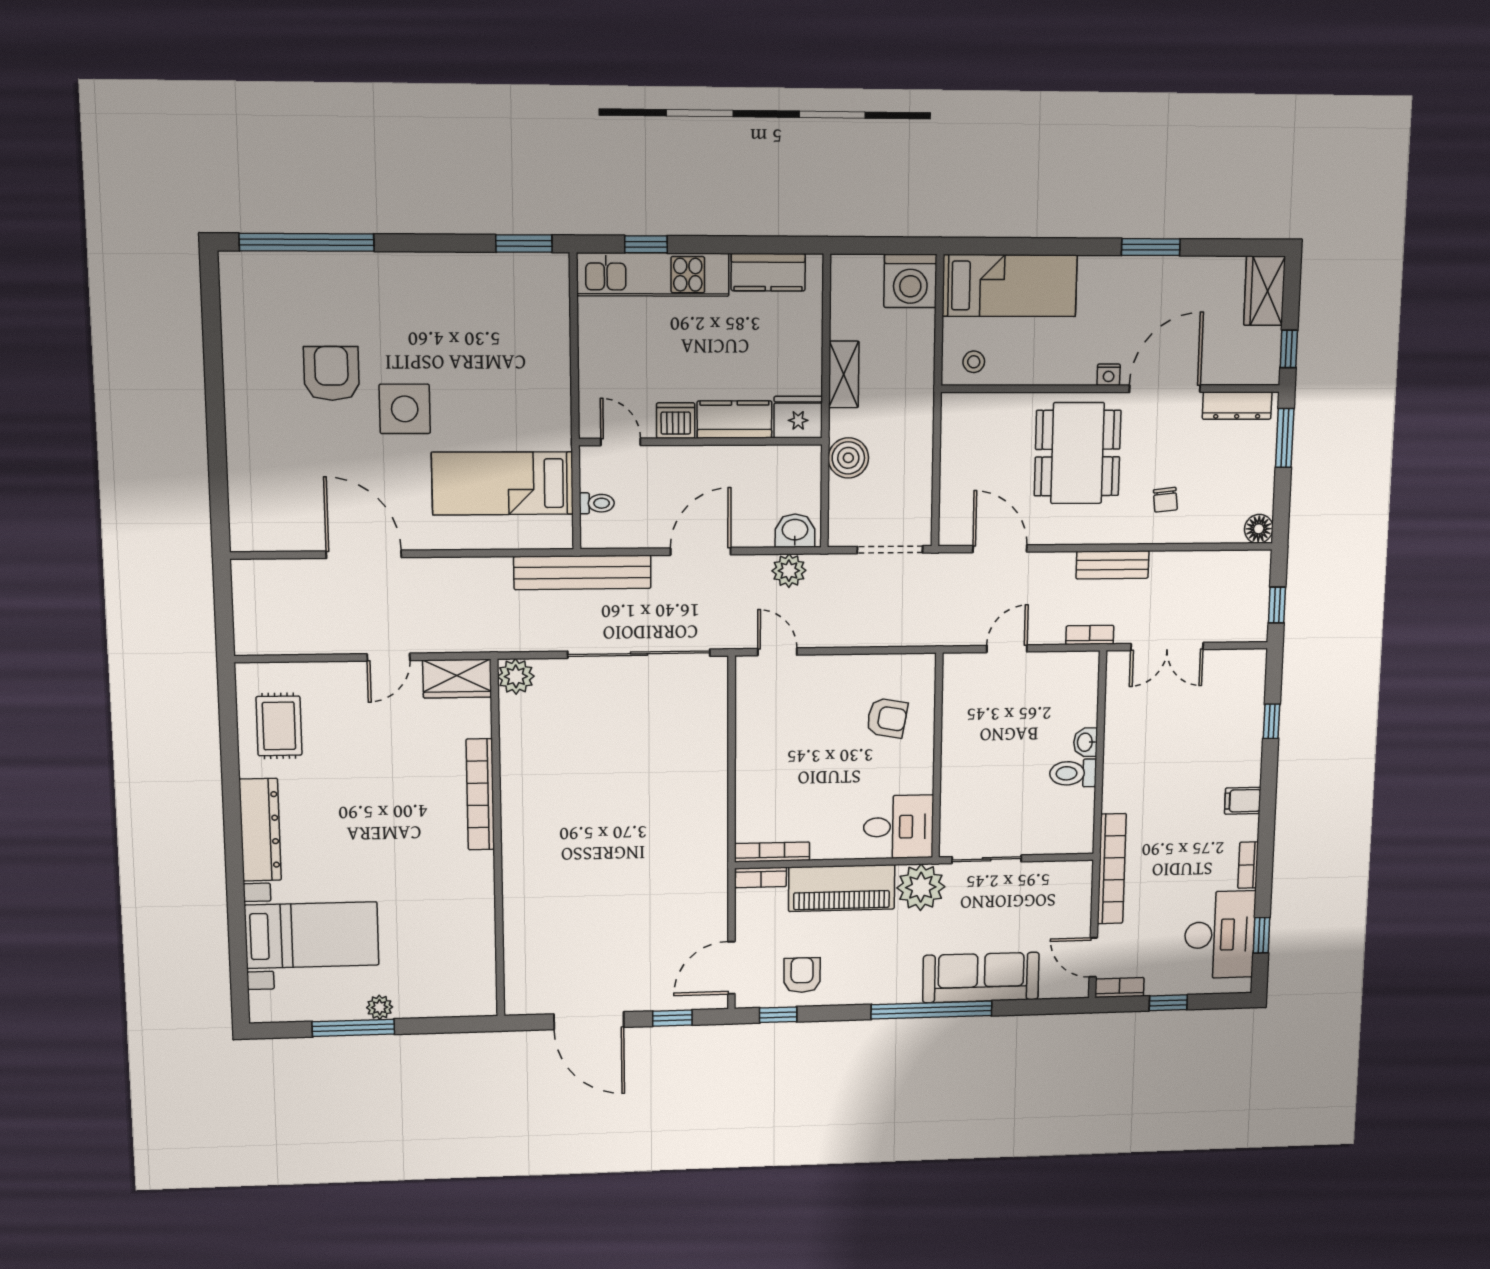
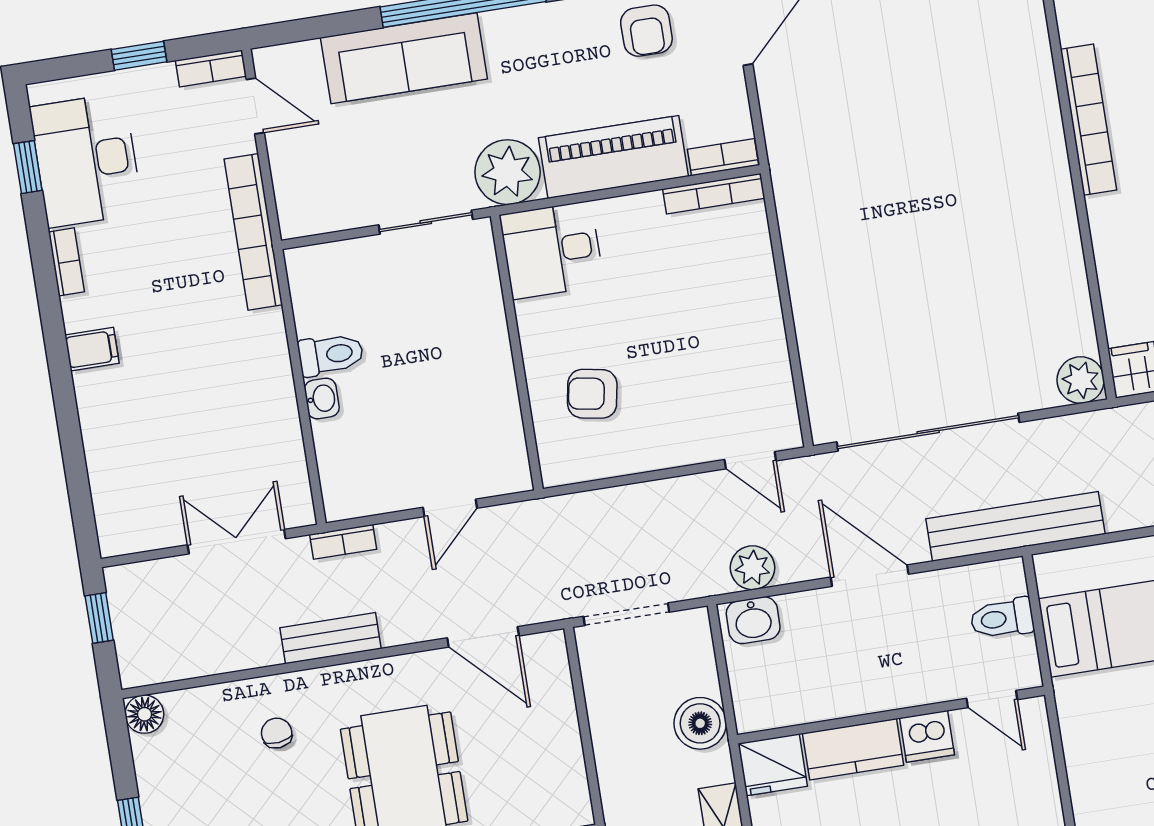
toilet: (597, 503) -> (1002, 618), width x1.37, depth x1.39
door: (701, 551) -> (870, 576), swing flipped
window: (1272, 721) -> (75, 462), removed
bookcase: (480, 794) -> (1088, 120), moved

